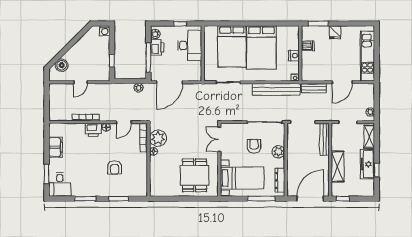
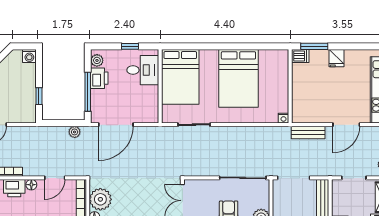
desk: (190, 45) -> (143, 70), width x0.73
bed: (232, 46) -> (180, 77), moved
dishwasher: (308, 46) -> (300, 56), moved
nightstand: (294, 56) -> (282, 89), removed
bench: (276, 89) -> (258, 134), removed

